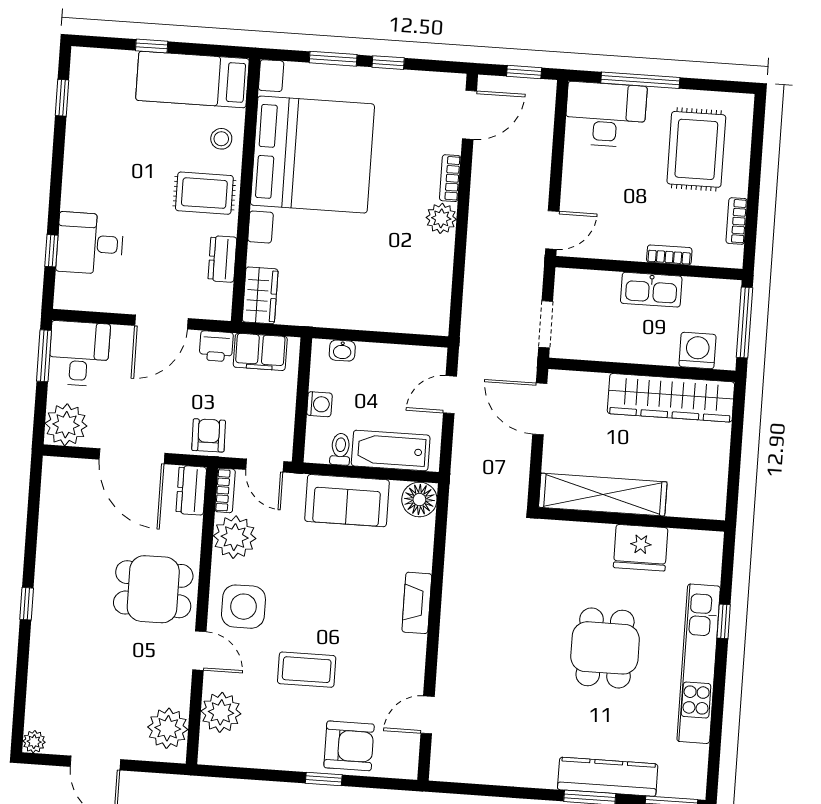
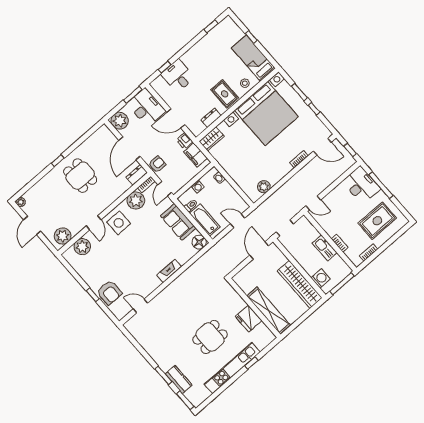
plant: (441, 218) -> (264, 187), moved
desk: (79, 354) -> (146, 107), width x1.37
shelving: (603, 495) -> (269, 311), moved
dining table: (153, 589) -> (80, 176), moved
coffee table: (307, 670) -> (119, 259), removed
kitchen counter: (608, 777) -> (179, 379), width x0.67

